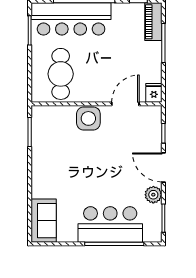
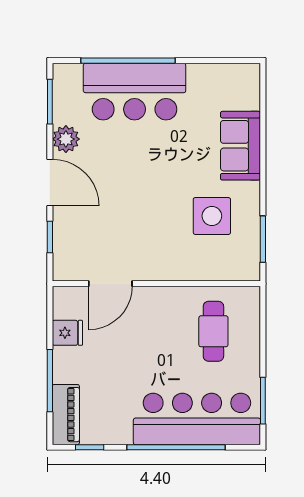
cafe table: (61, 74) -> (213, 331), width x0.73, depth x0.74
fridge: (154, 93) -> (67, 333), moved, turned -90
side table: (88, 118) -> (212, 216), moved
sofa: (44, 221) -> (240, 146), moved

